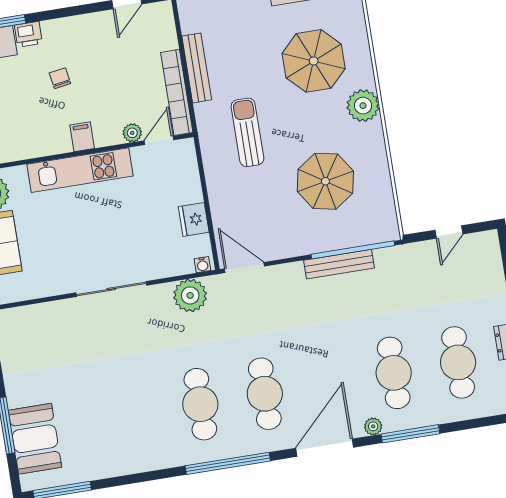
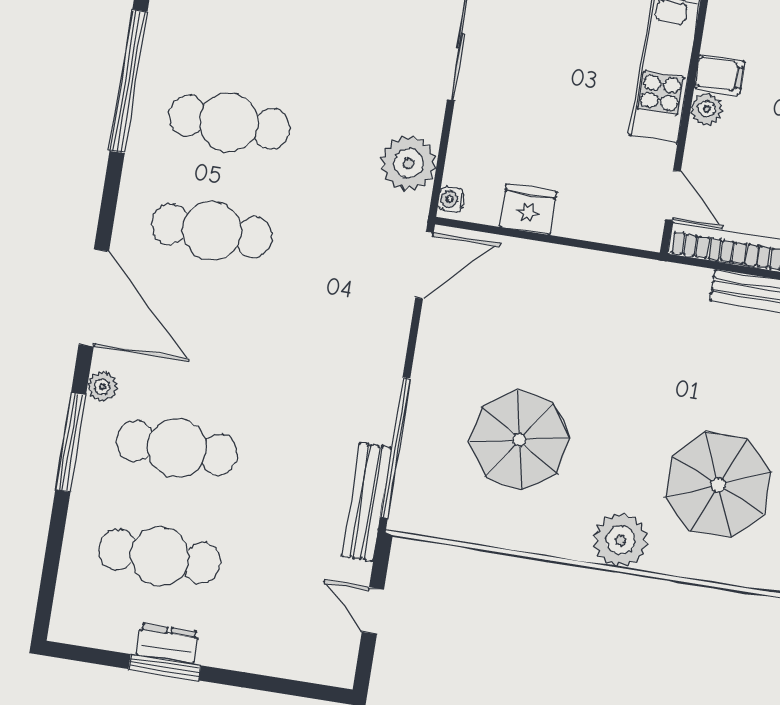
sun lounger: (247, 132) -> (639, 341), removed
plant: (132, 133) -> (707, 109), moved
bench: (339, 264) -> (366, 502), moved
window: (228, 463) -> (129, 81), moved

